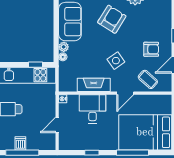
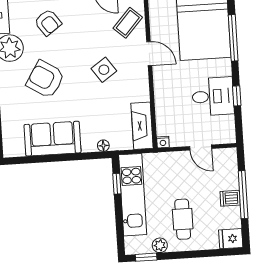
plant: (64, 47) -> (89, 145), removed
armchair: (151, 49) -> (48, 22), moved, turned 144
fireplace: (94, 85) -> (142, 126), moved
desk: (93, 109) -> (213, 96), moved, turned 180

